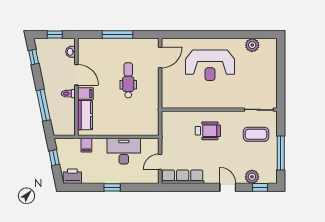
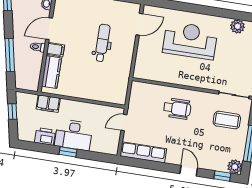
reception desk: (210, 65) -> (190, 41), turned 180
door: (76, 75) -> (49, 29), swing flipped
filing cabinet: (86, 145) -> (48, 104), width x2.00
desk: (124, 151) -> (74, 135), moved, turned 180
door: (160, 162) -> (124, 123), moved
printer: (72, 176) -> (45, 136), moved
plant: (252, 177) -> (235, 167), moved

